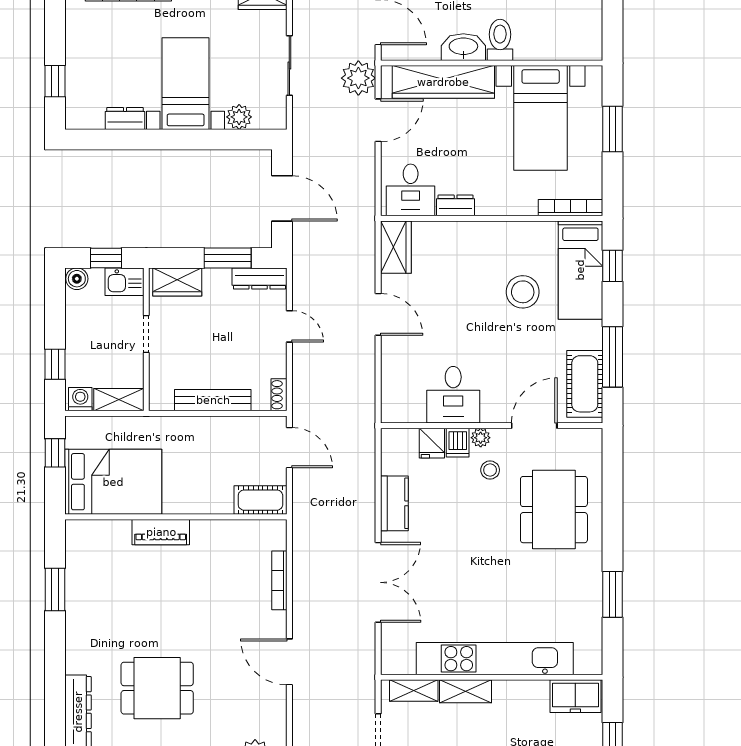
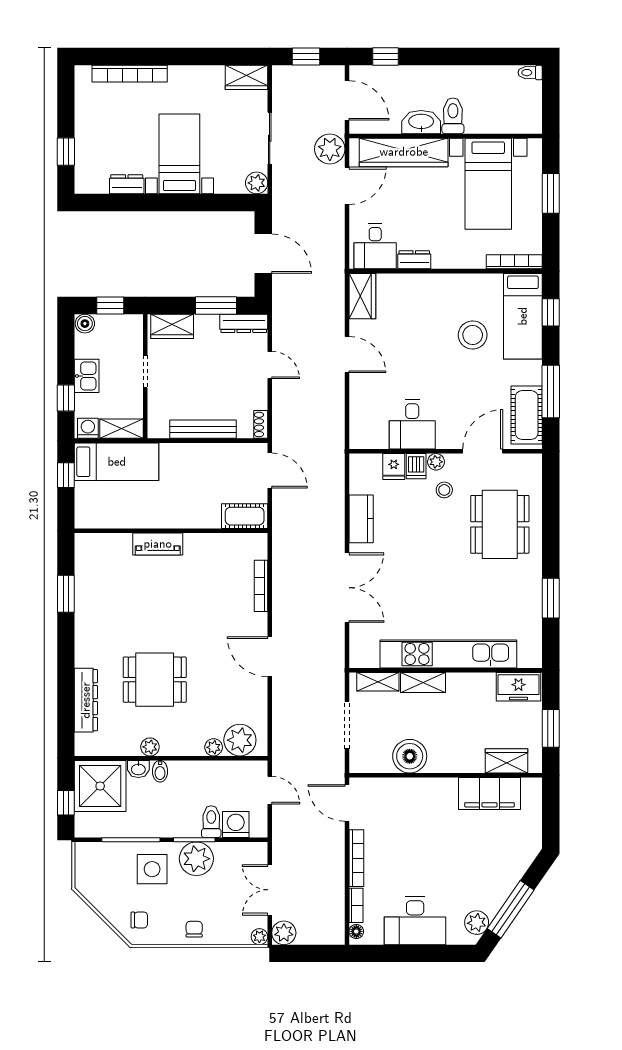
plant: (239, 117) -> (257, 183), moved
kitchen sink: (125, 282) -> (87, 376), moved, turned -90
bed: (113, 482) -> (117, 462), moved, width x0.67

